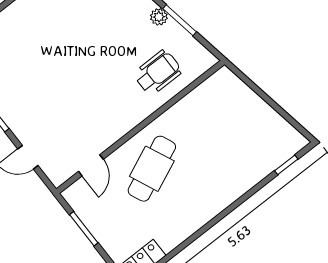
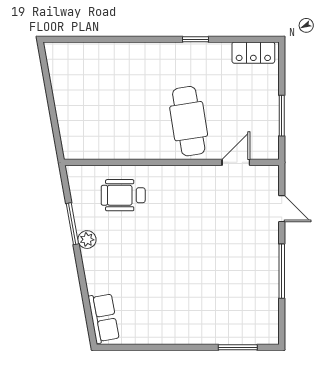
window: (286, 165) -> (195, 39), moved
cafe table: (152, 169) -> (189, 121), turned -75

